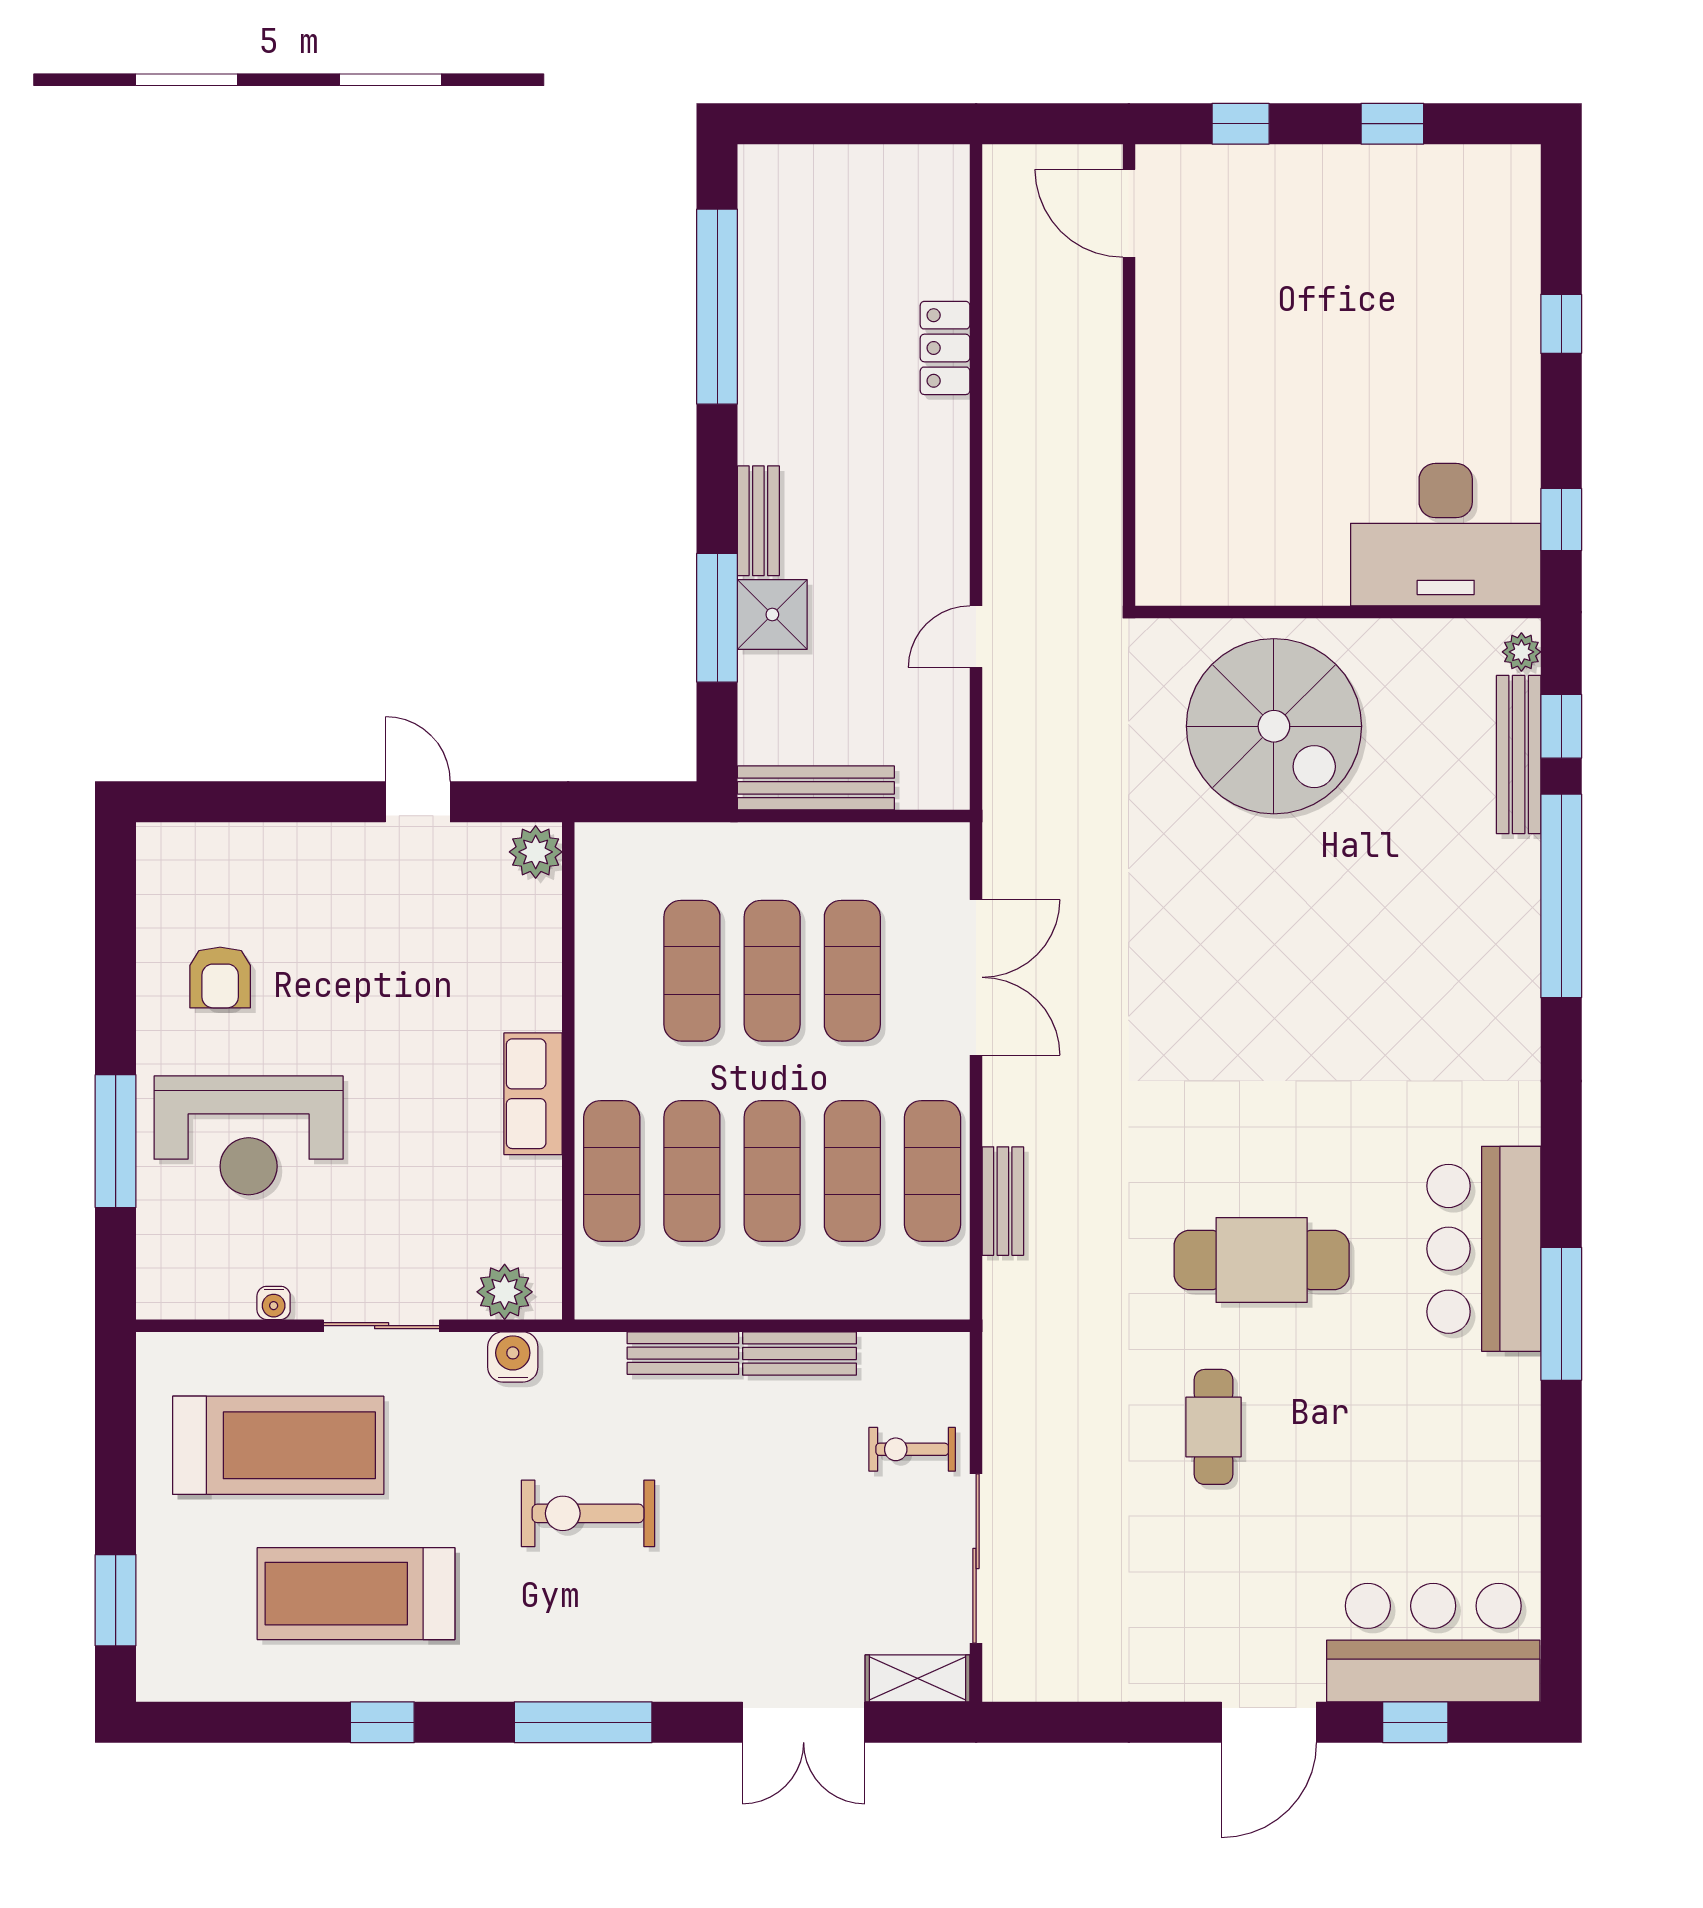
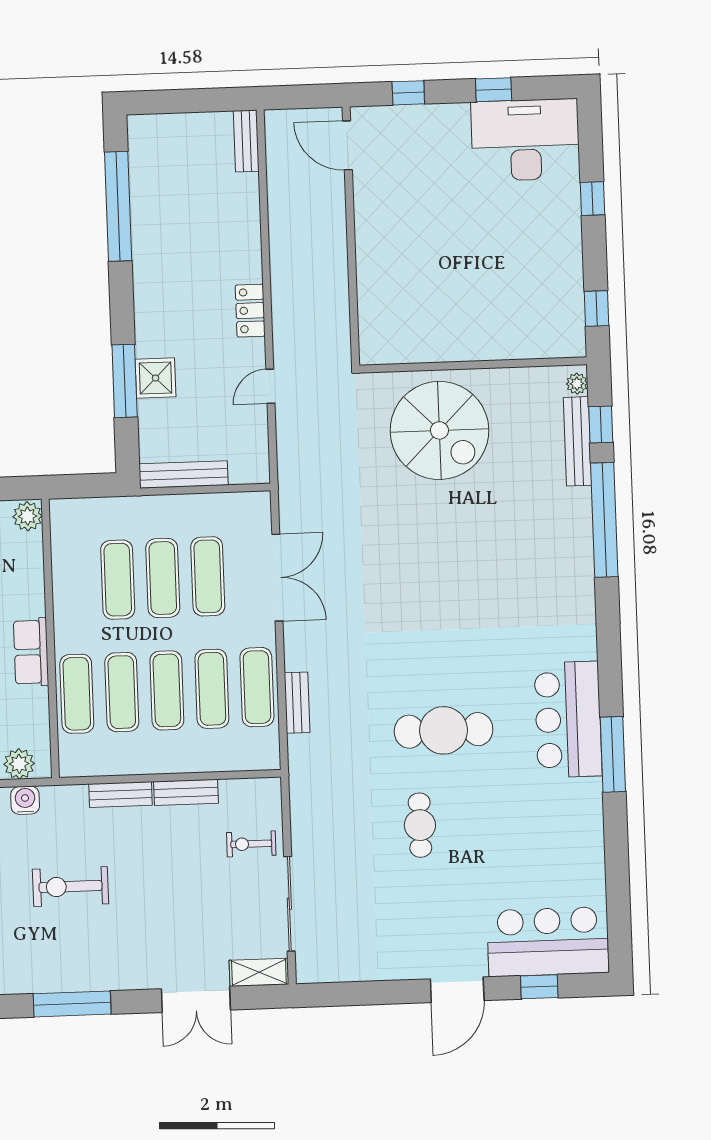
locker: (945, 348) -> (250, 311), moved
bench: (758, 521) -> (246, 141), moved
desk: (1446, 535) -> (525, 140), moved, turned 180

